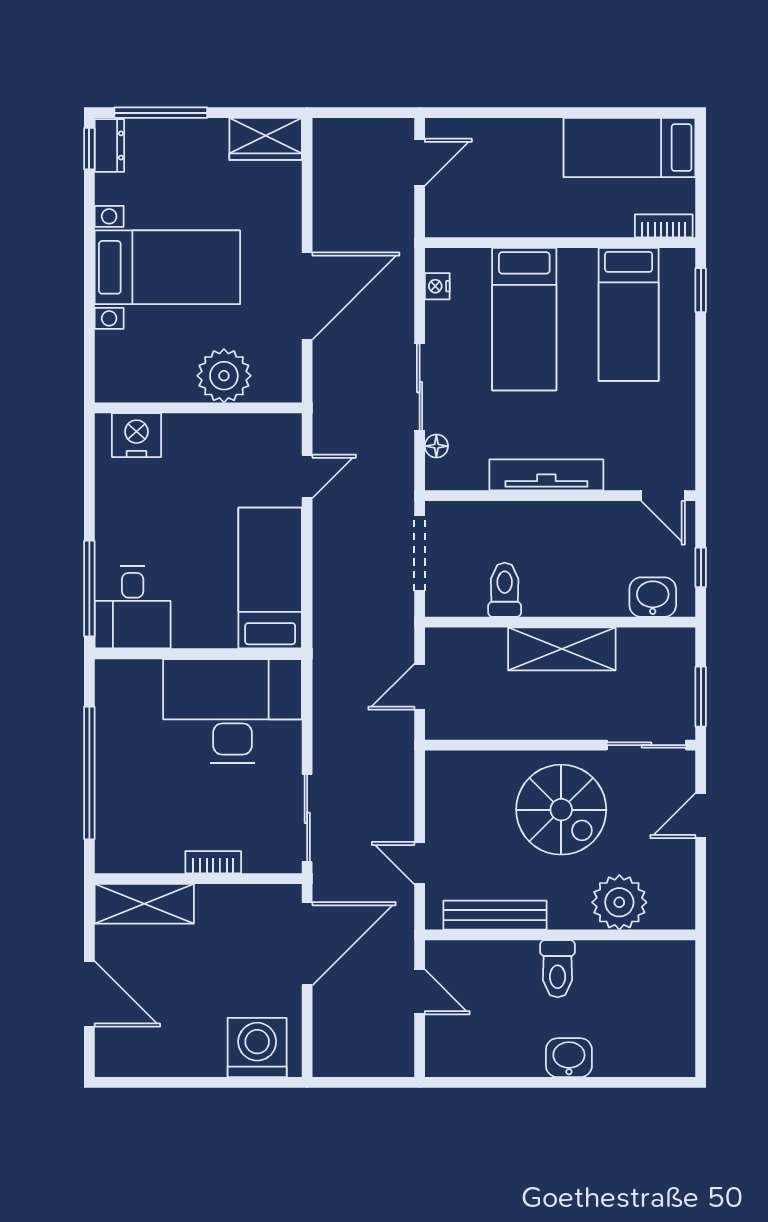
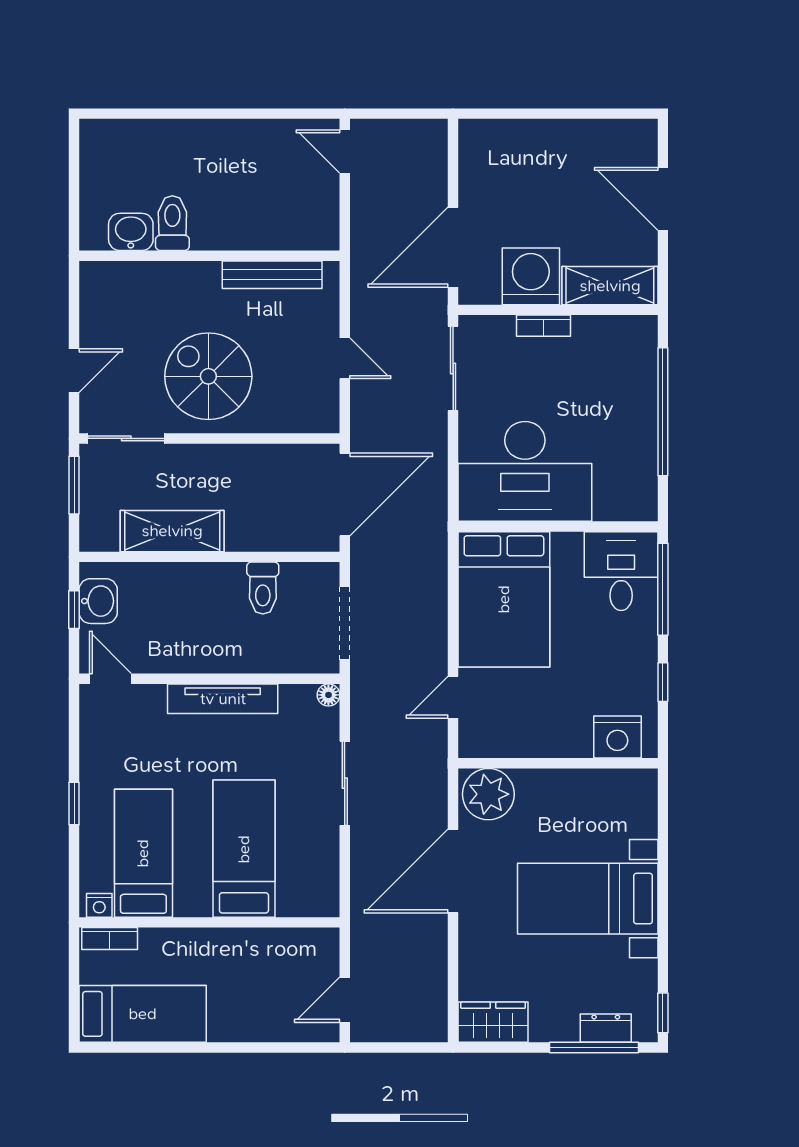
dresser: (109, 145) -> (606, 1028), moved, turned 90
nightstand: (437, 286) -> (99, 905), moved, turned 90
window: (701, 290) -> (74, 804), moved
plant: (224, 376) -> (488, 794), moved
floor lamp: (436, 446) -> (328, 695), moved
window: (89, 492) -> (663, 682), added
bed: (270, 578) -> (504, 599), width x1.50
washbasin: (653, 597) -> (98, 601), moved, turned -90
shelving: (562, 649) -> (172, 531), moved
door: (420, 687) -> (345, 495), width x1.88
door: (420, 863) -> (345, 358), moved
plant: (619, 902) -> (152, 287), removed
toilet: (558, 969) -> (172, 223), moved
door: (420, 992) -> (345, 151), moved
washing machine: (257, 1048) -> (531, 276), moved, turned 180
washbasin: (569, 1058) -> (131, 232), moved, turned 180

